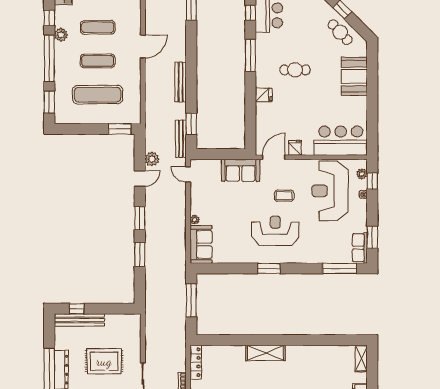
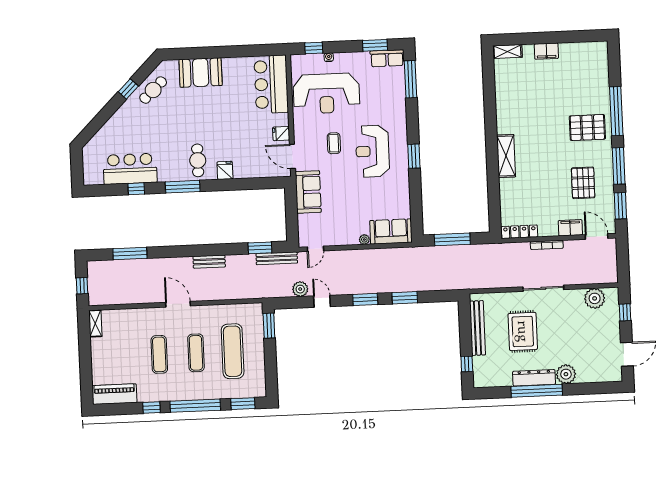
plant: (61, 35) -> (169, 394), removed
cafe table: (295, 70) -> (198, 160), moved
bench: (181, 82) -> (209, 262), width x0.73
plant: (362, 174) -> (306, 60), removed
bench: (79, 320) -> (478, 328), moved

